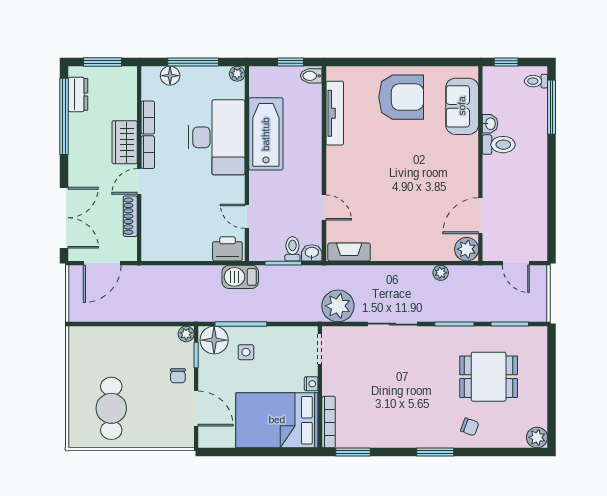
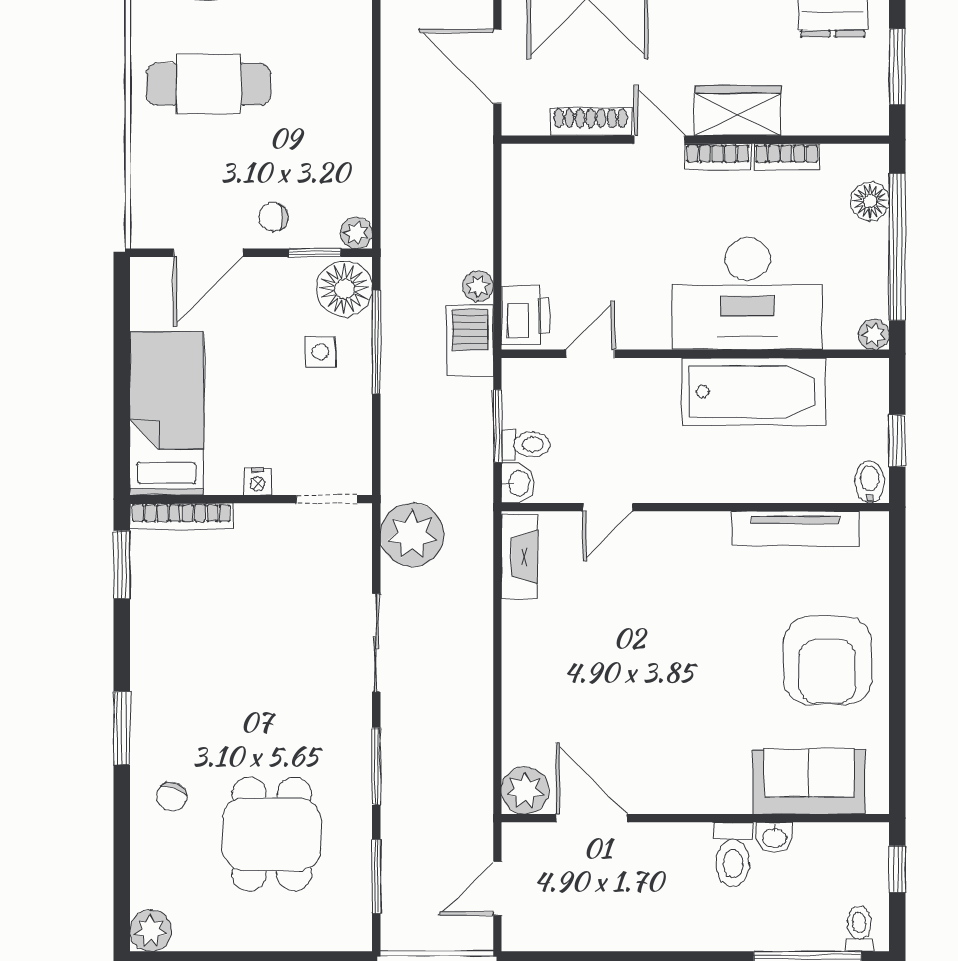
window: (193, 62) -> (897, 247), width x1.46
plant: (441, 273) -> (478, 286), moved
bed: (277, 420) -> (167, 413), width x0.67

